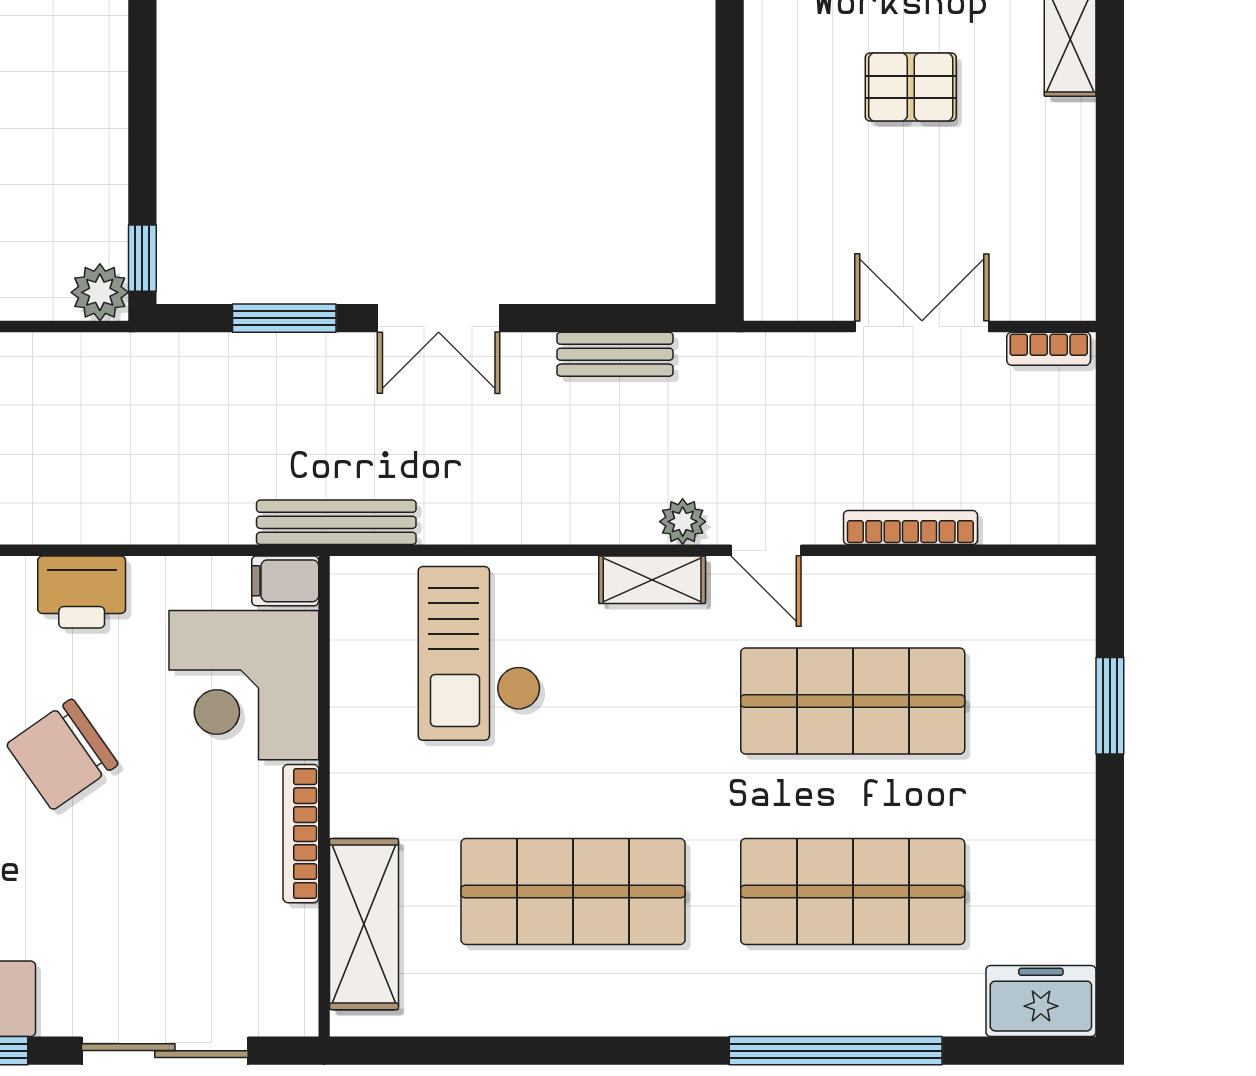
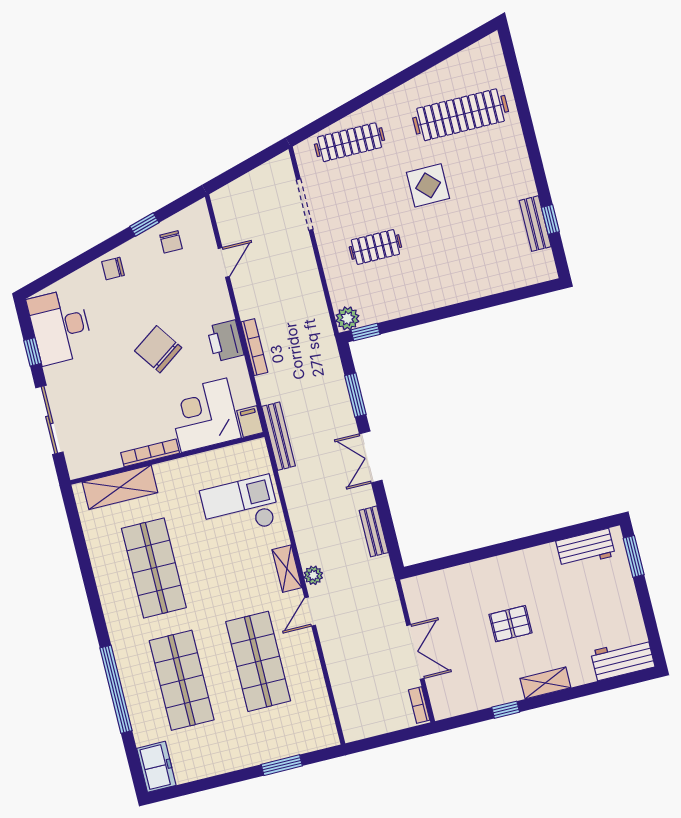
pallet: (911, 87) -> (510, 624), turned 90
window: (1110, 148) -> (506, 710), added
bookcase: (910, 527) -> (254, 347), moved

